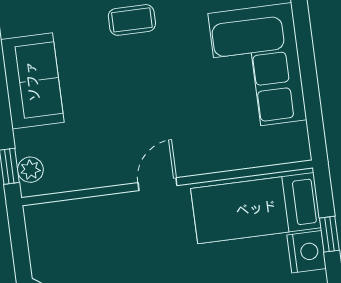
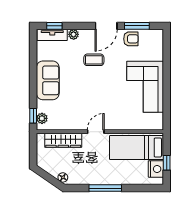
wardrobe: (86, 214) -> (63, 140), added

